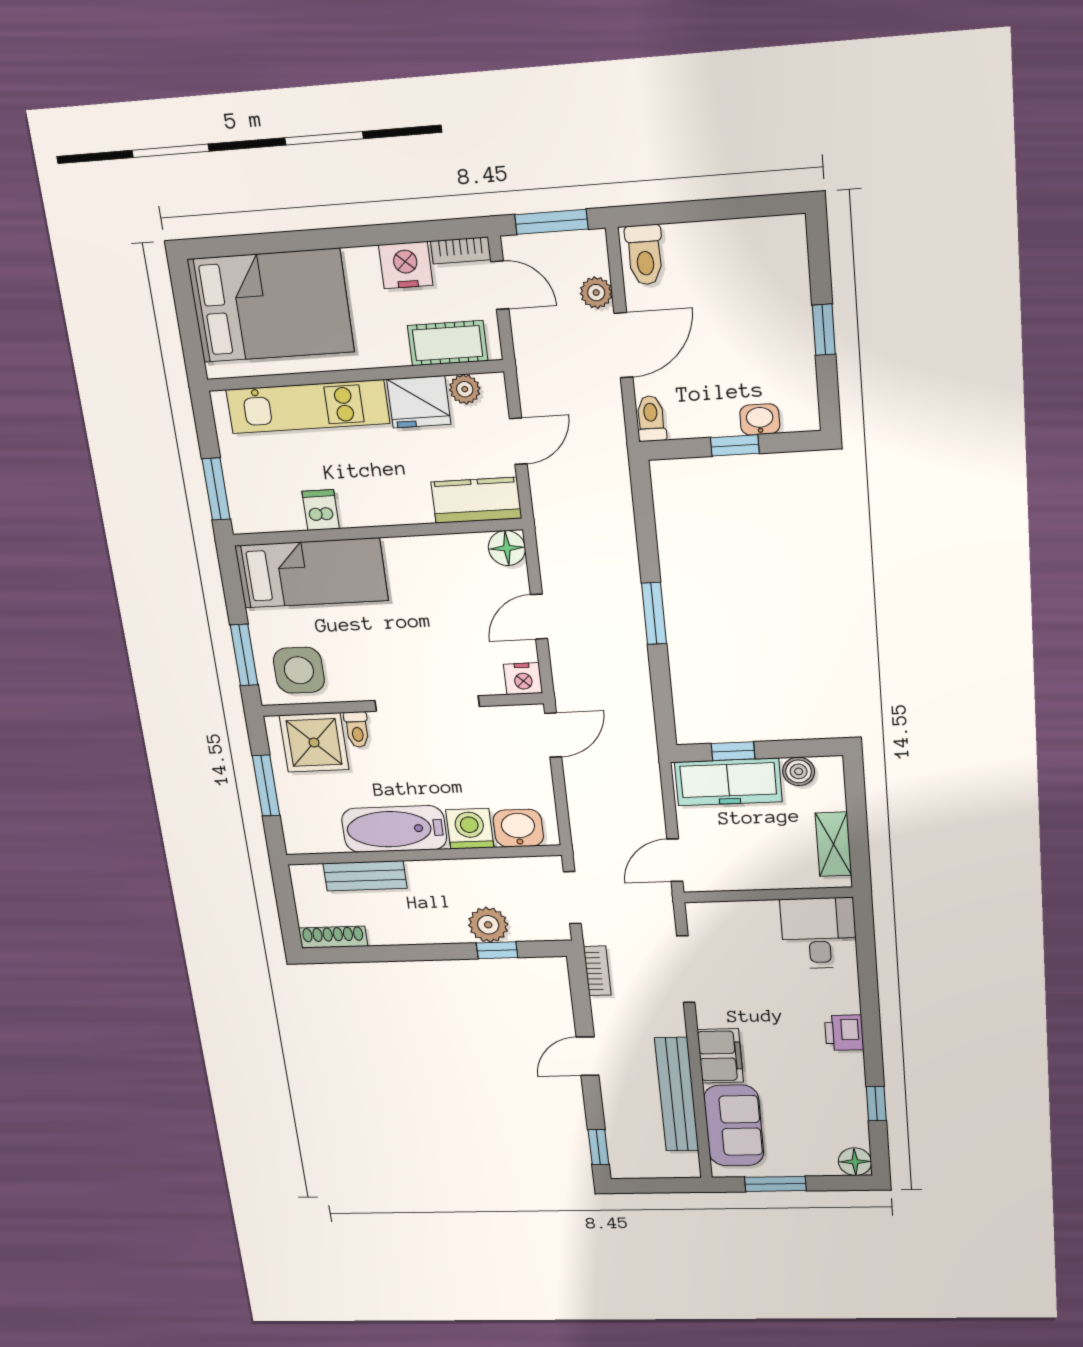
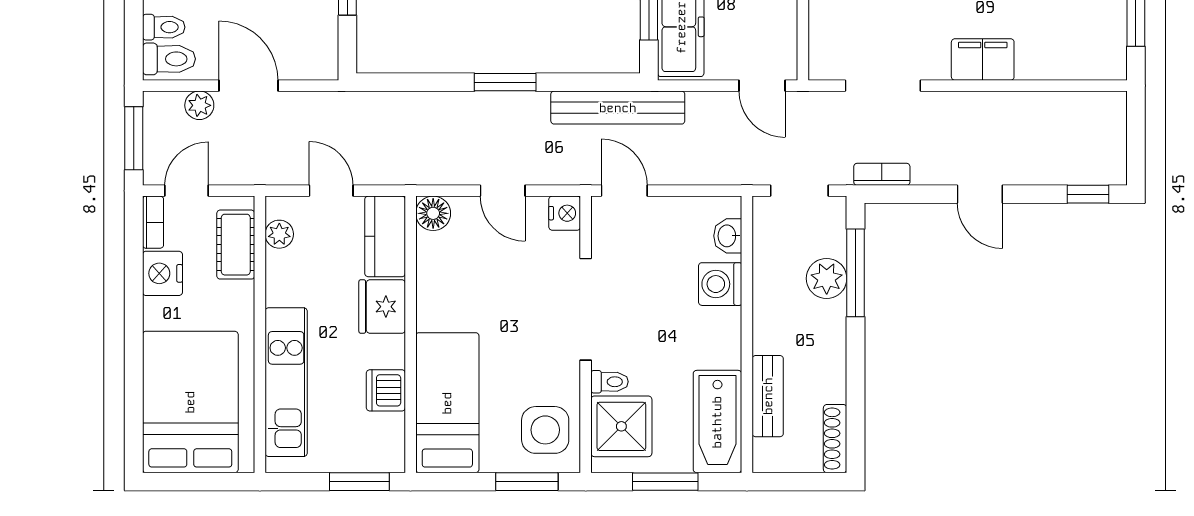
fridge: (419, 402) -> (382, 307), moved, turned 180
toilet: (651, 419) -> (164, 27), moved, turned 180
dishwasher: (321, 510) -> (386, 390), width x1.38
washbasin: (518, 828) -> (728, 236), width x0.72, depth x0.69
bathtub: (394, 829) -> (717, 422), moved
window: (497, 950) -> (855, 273), width x2.17
bench: (677, 1094) -> (618, 108), moved
sofa: (734, 1126) -> (1065, 53), removed

